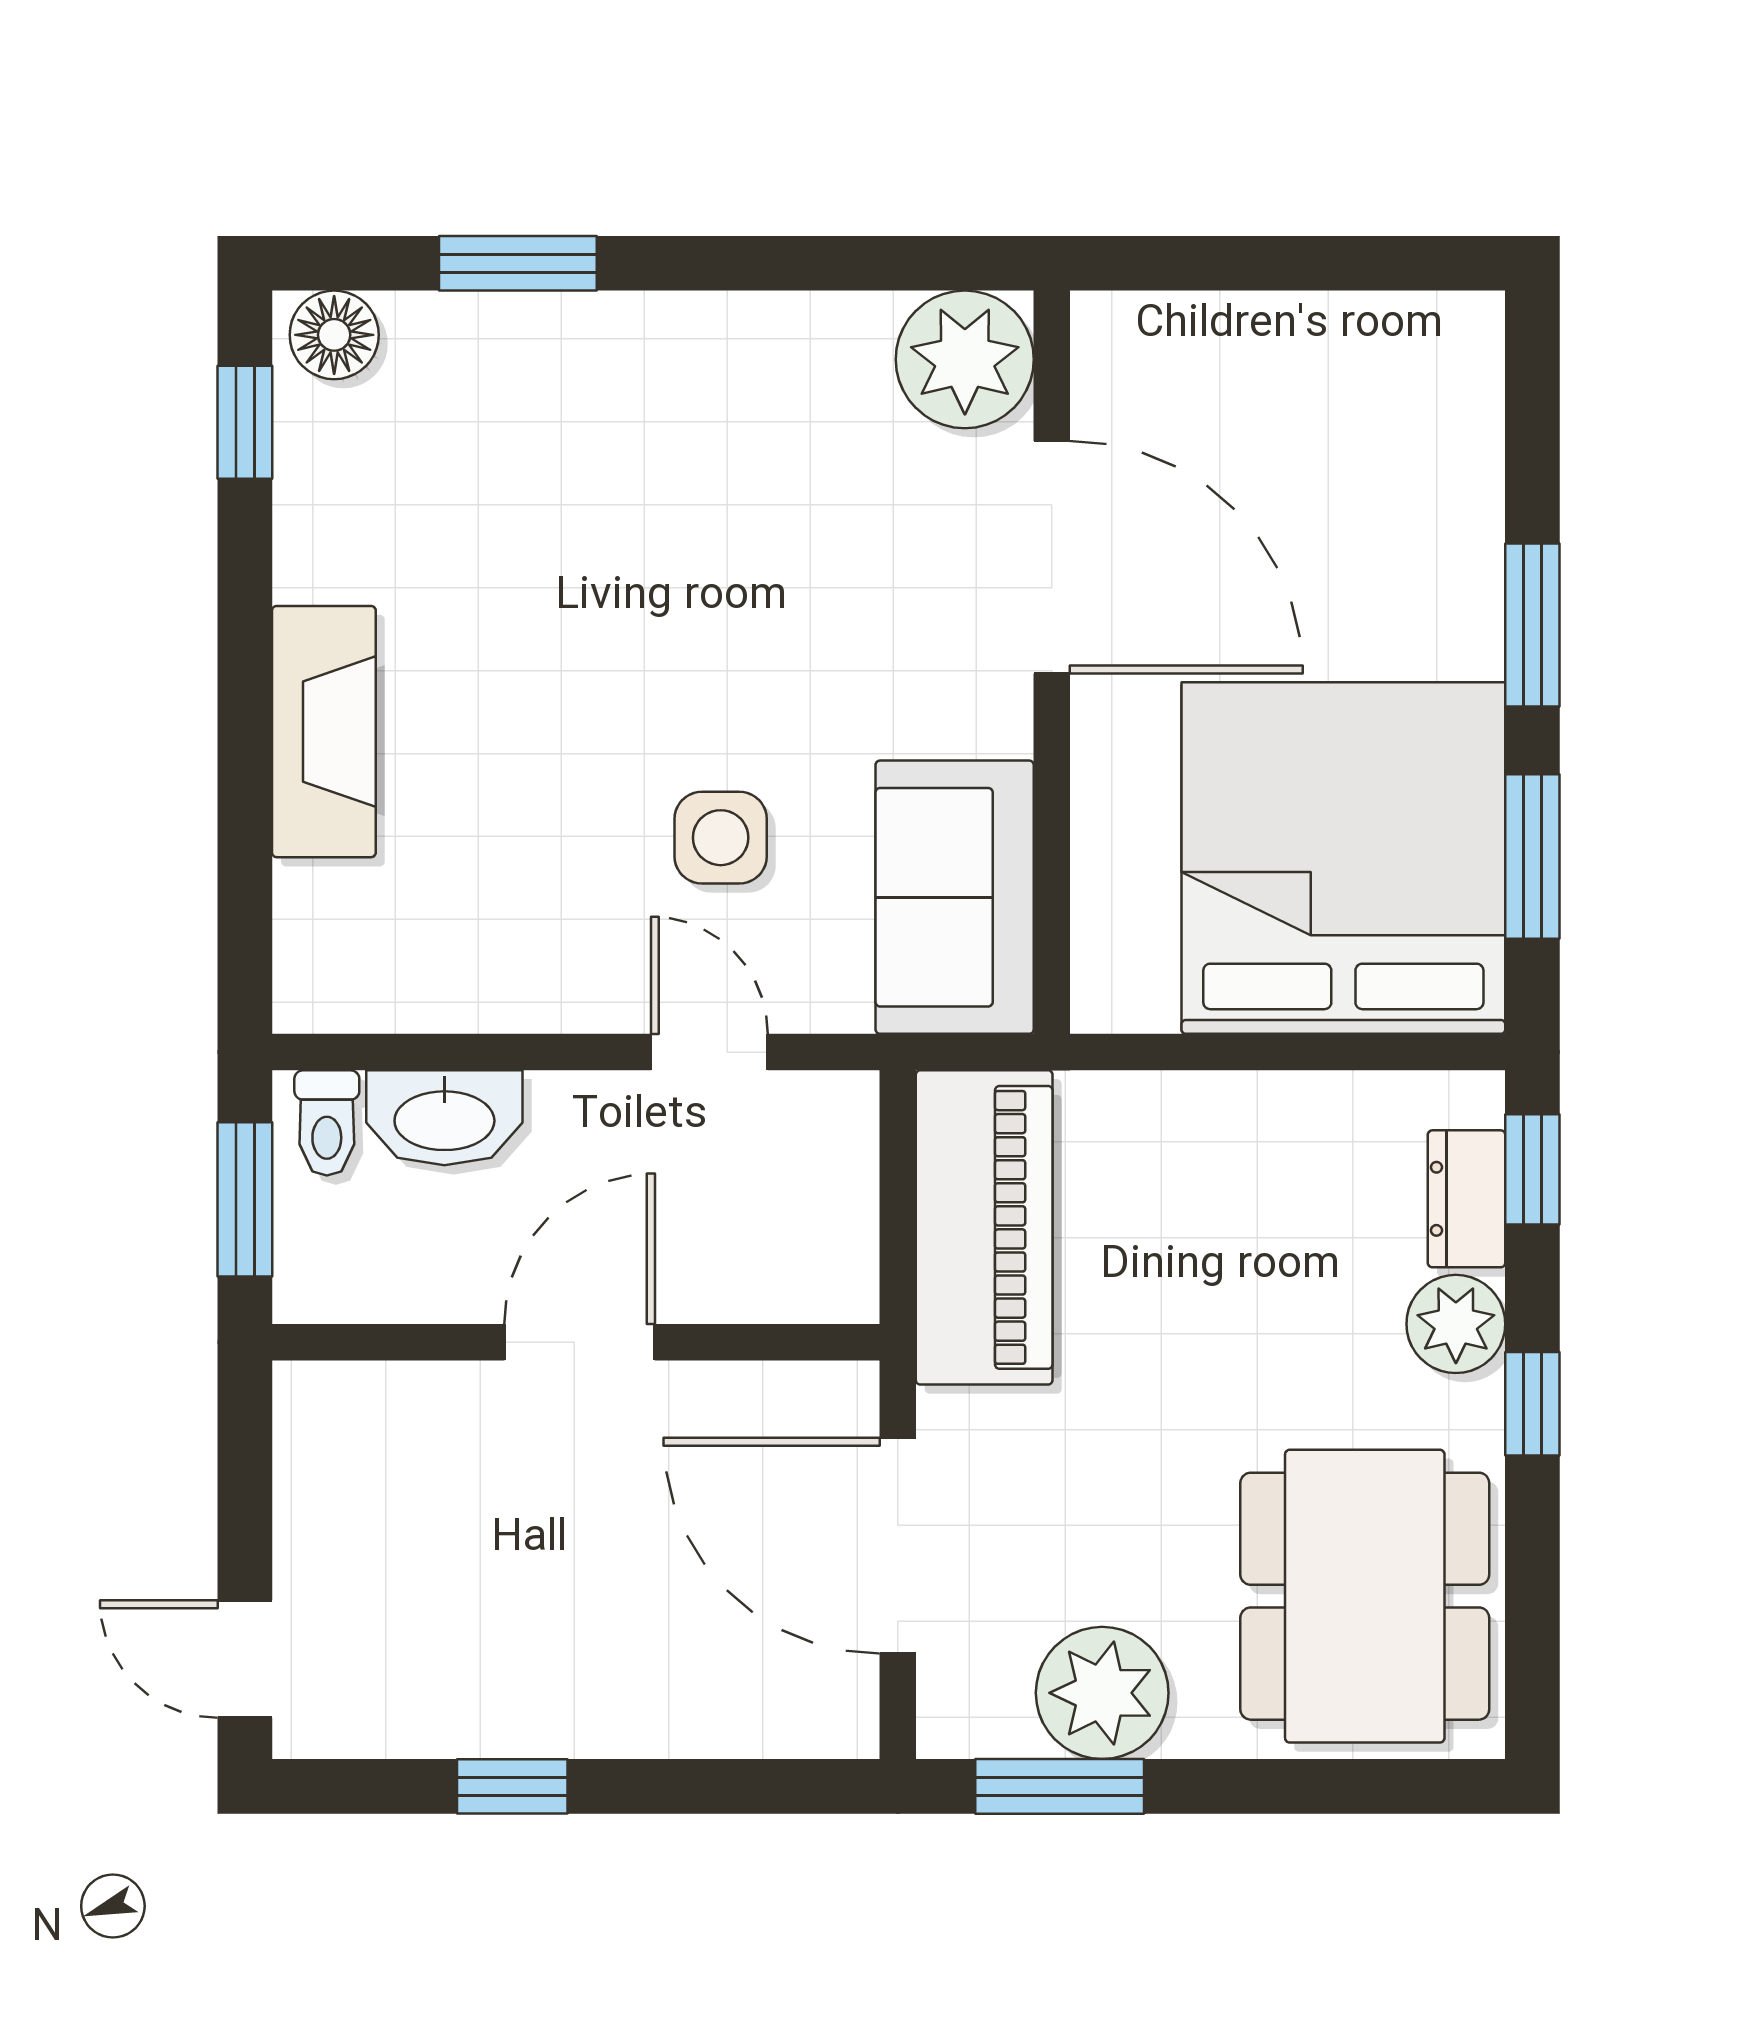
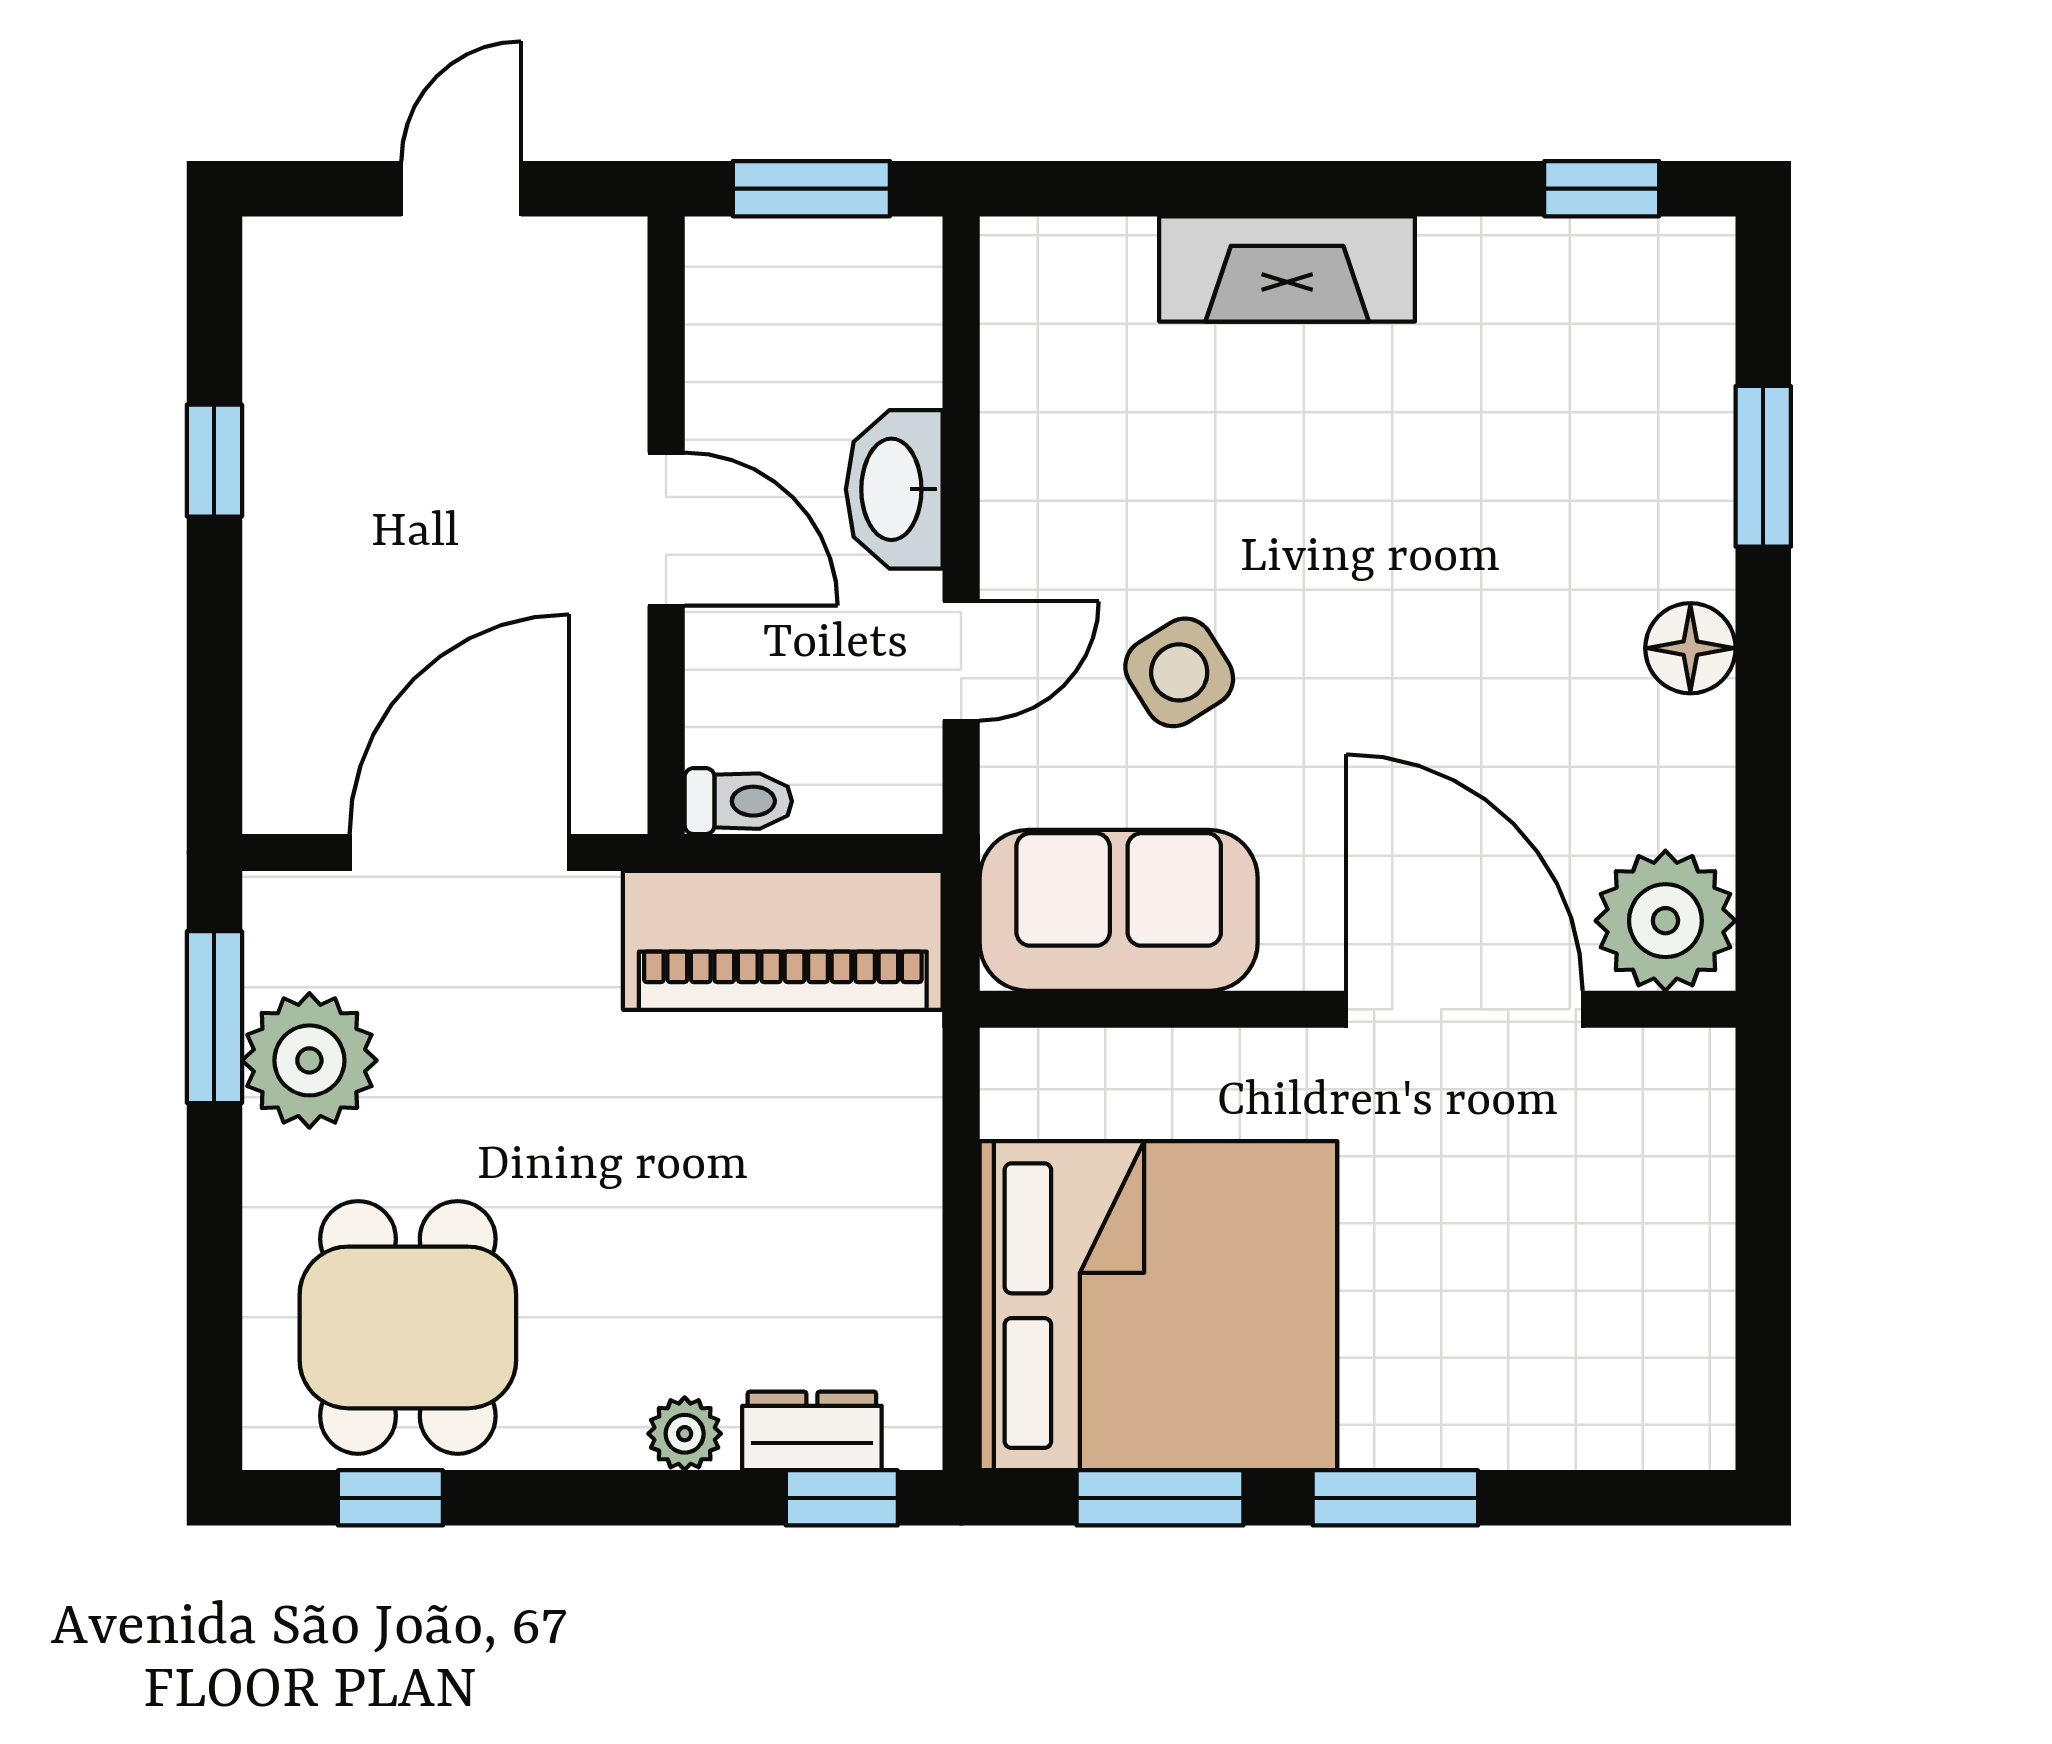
floor lamp: (334, 335) -> (1690, 648), moved
door: (1052, 557) -> (1464, 1009), swing flipped
side table: (721, 838) -> (1179, 672), turned -32
washbasin: (444, 1118) -> (894, 489), moved
toilet: (327, 1123) -> (738, 801), moved, turned 180
plant: (1456, 1324) -> (685, 1434), width x0.73, depth x0.73
window: (1532, 1404) -> (390, 1498), moved
dining table: (1365, 1596) -> (408, 1327), width x0.73
door: (245, 1659) -> (461, 189), moved

